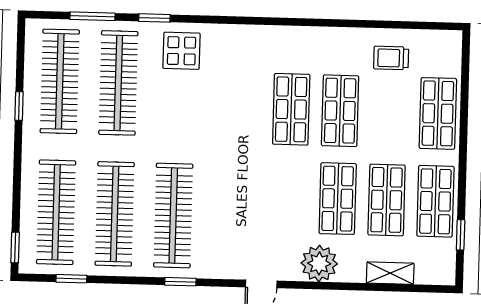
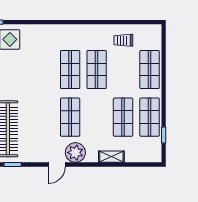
shop shelf: (338, 199) -> (70, 117), moved
plant: (319, 263) -> (75, 153), moved
shelving: (390, 273) -> (111, 157), moved

